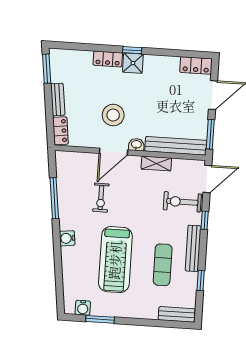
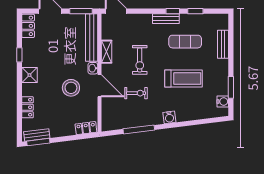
window: (132, 50) -> (19, 55), moved
locker: (108, 59) -> (28, 107), moved
bench: (58, 100) -> (37, 135), moved
exercise bike: (182, 202) -> (140, 60), moved
window: (205, 220) -> (173, 11), moved
bench: (193, 248) -> (166, 19), width x0.73
treadmill: (115, 260) -> (183, 79), width x0.73, depth x0.73
bench: (177, 314) -> (223, 44), moved

